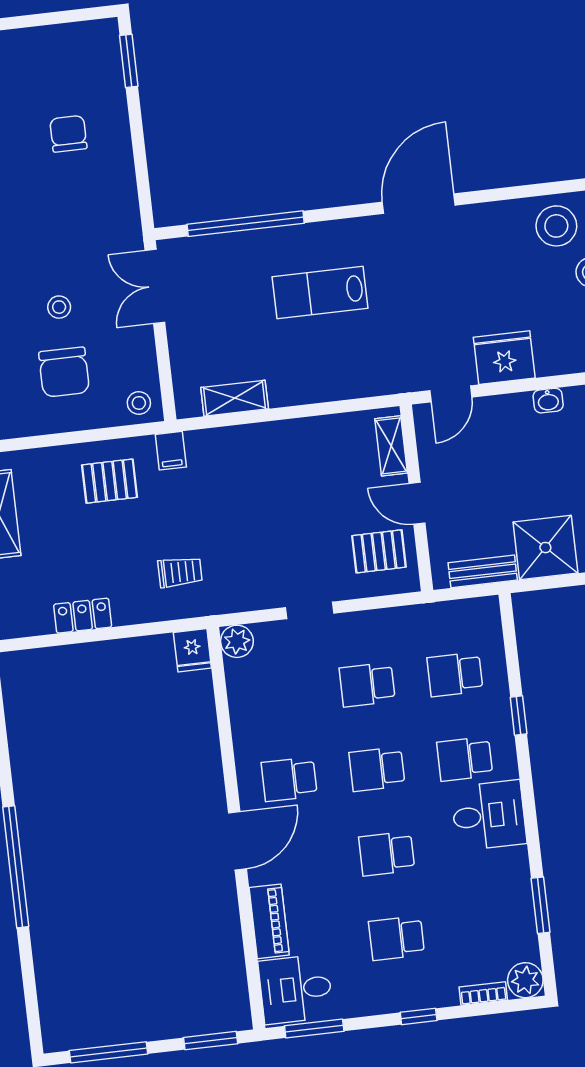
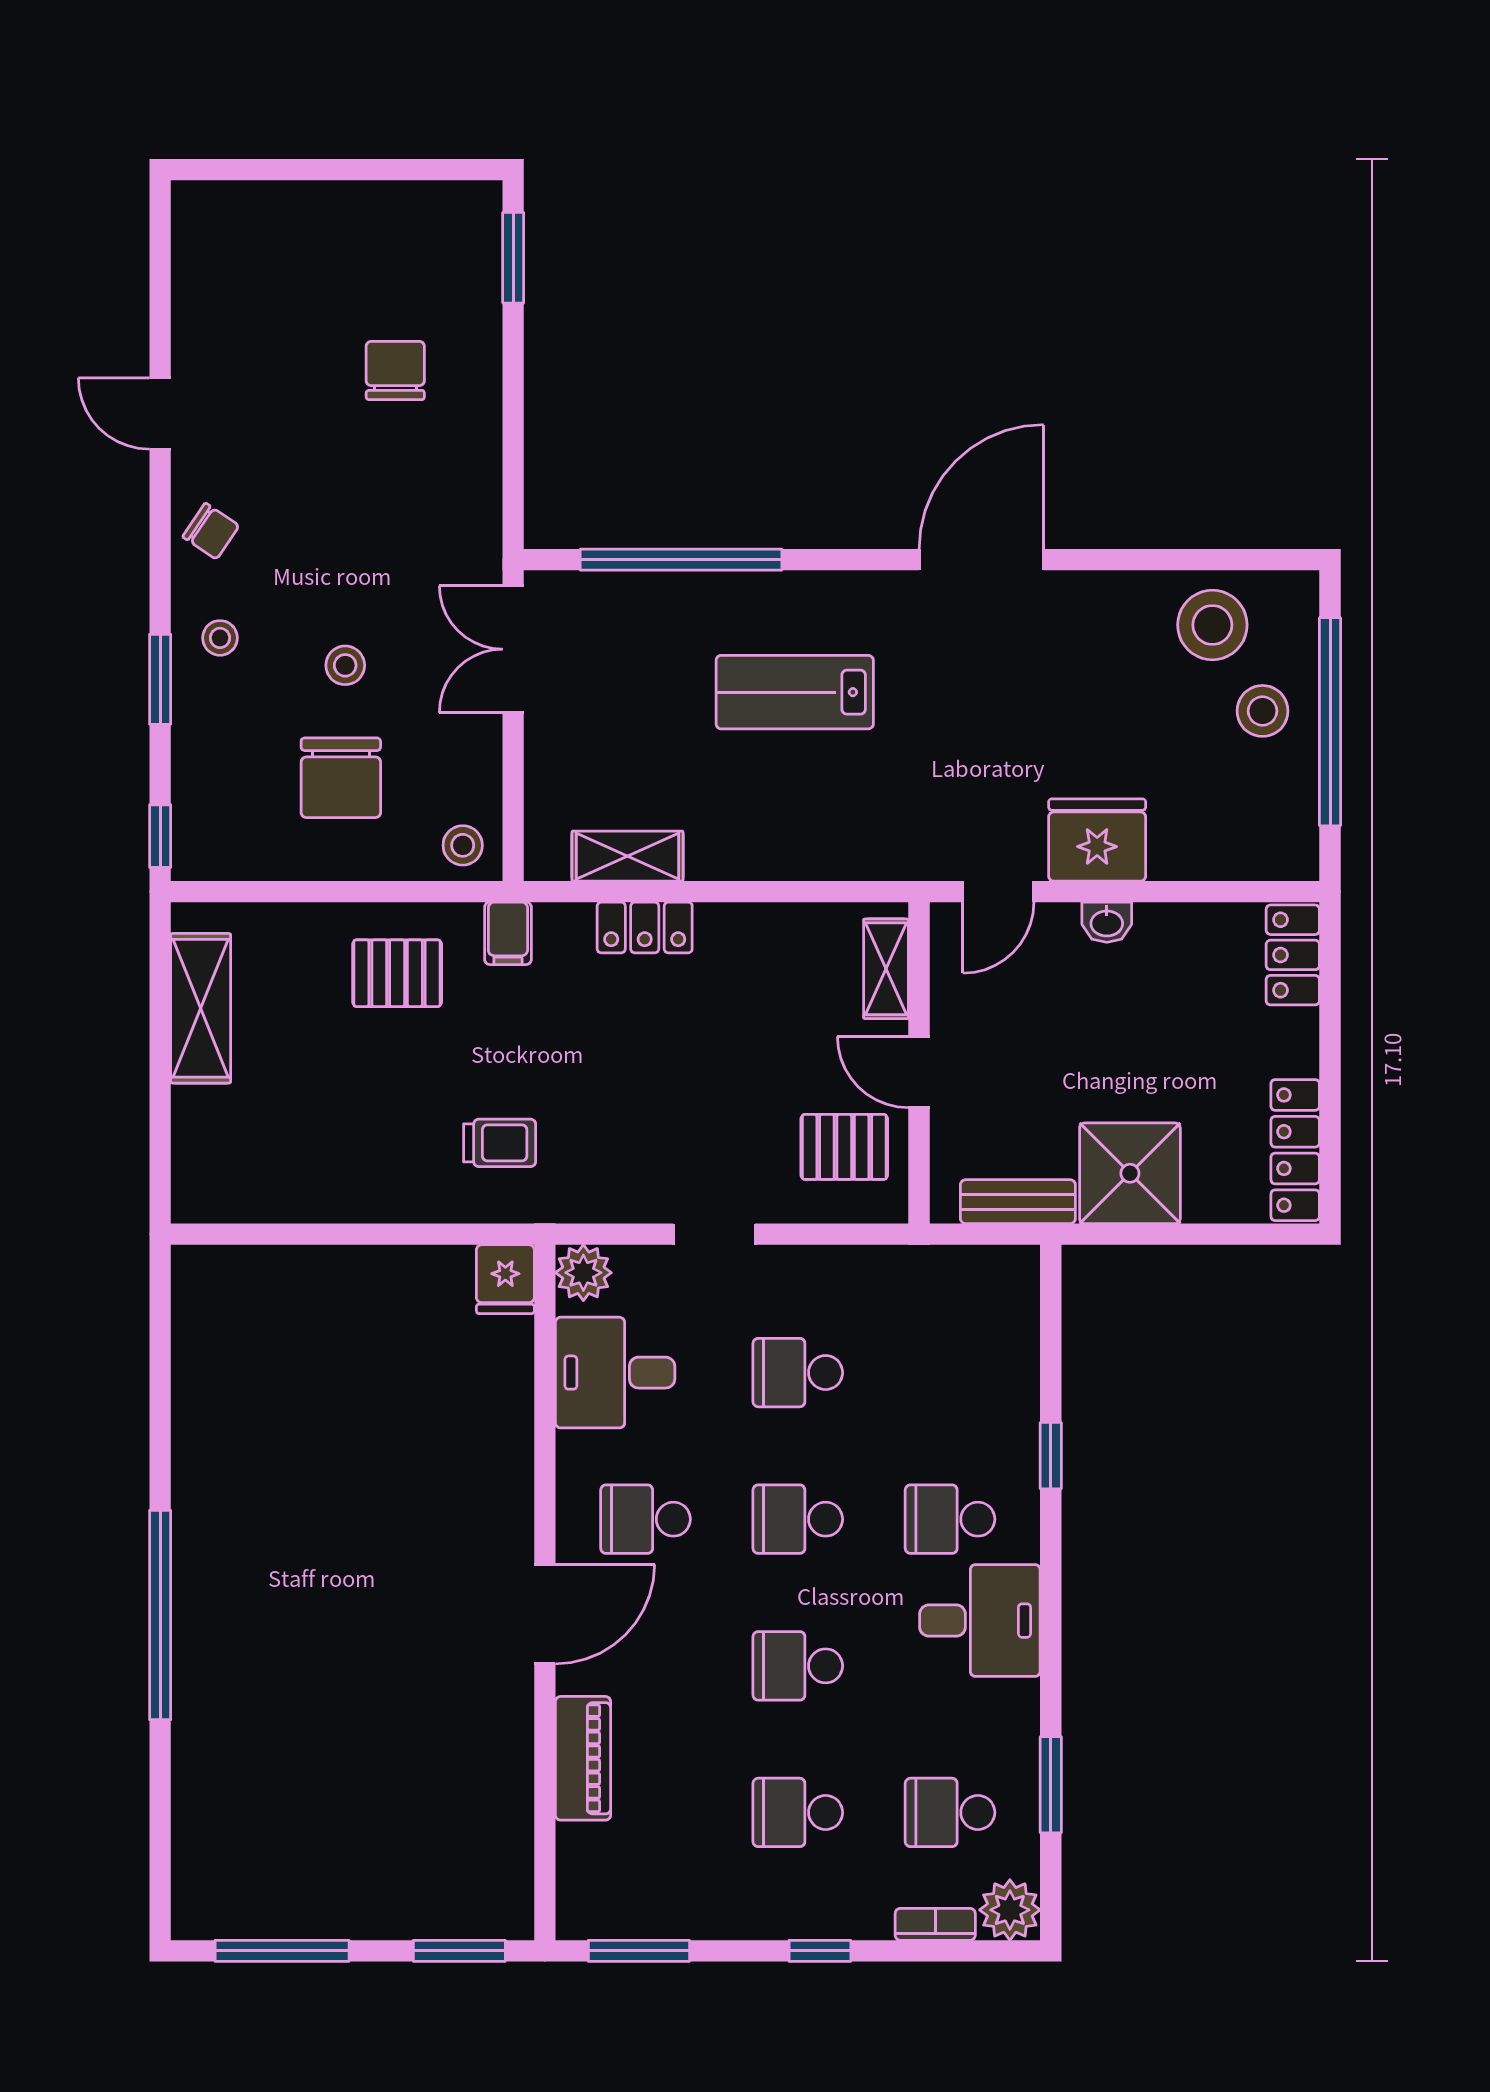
washbasin: (548, 401) -> (1107, 922), moved
locker: (83, 616) -> (645, 928), moved, turned 180
school desk: (455, 674) -> (950, 1812), moved
desk: (296, 989) -> (615, 1373), moved

